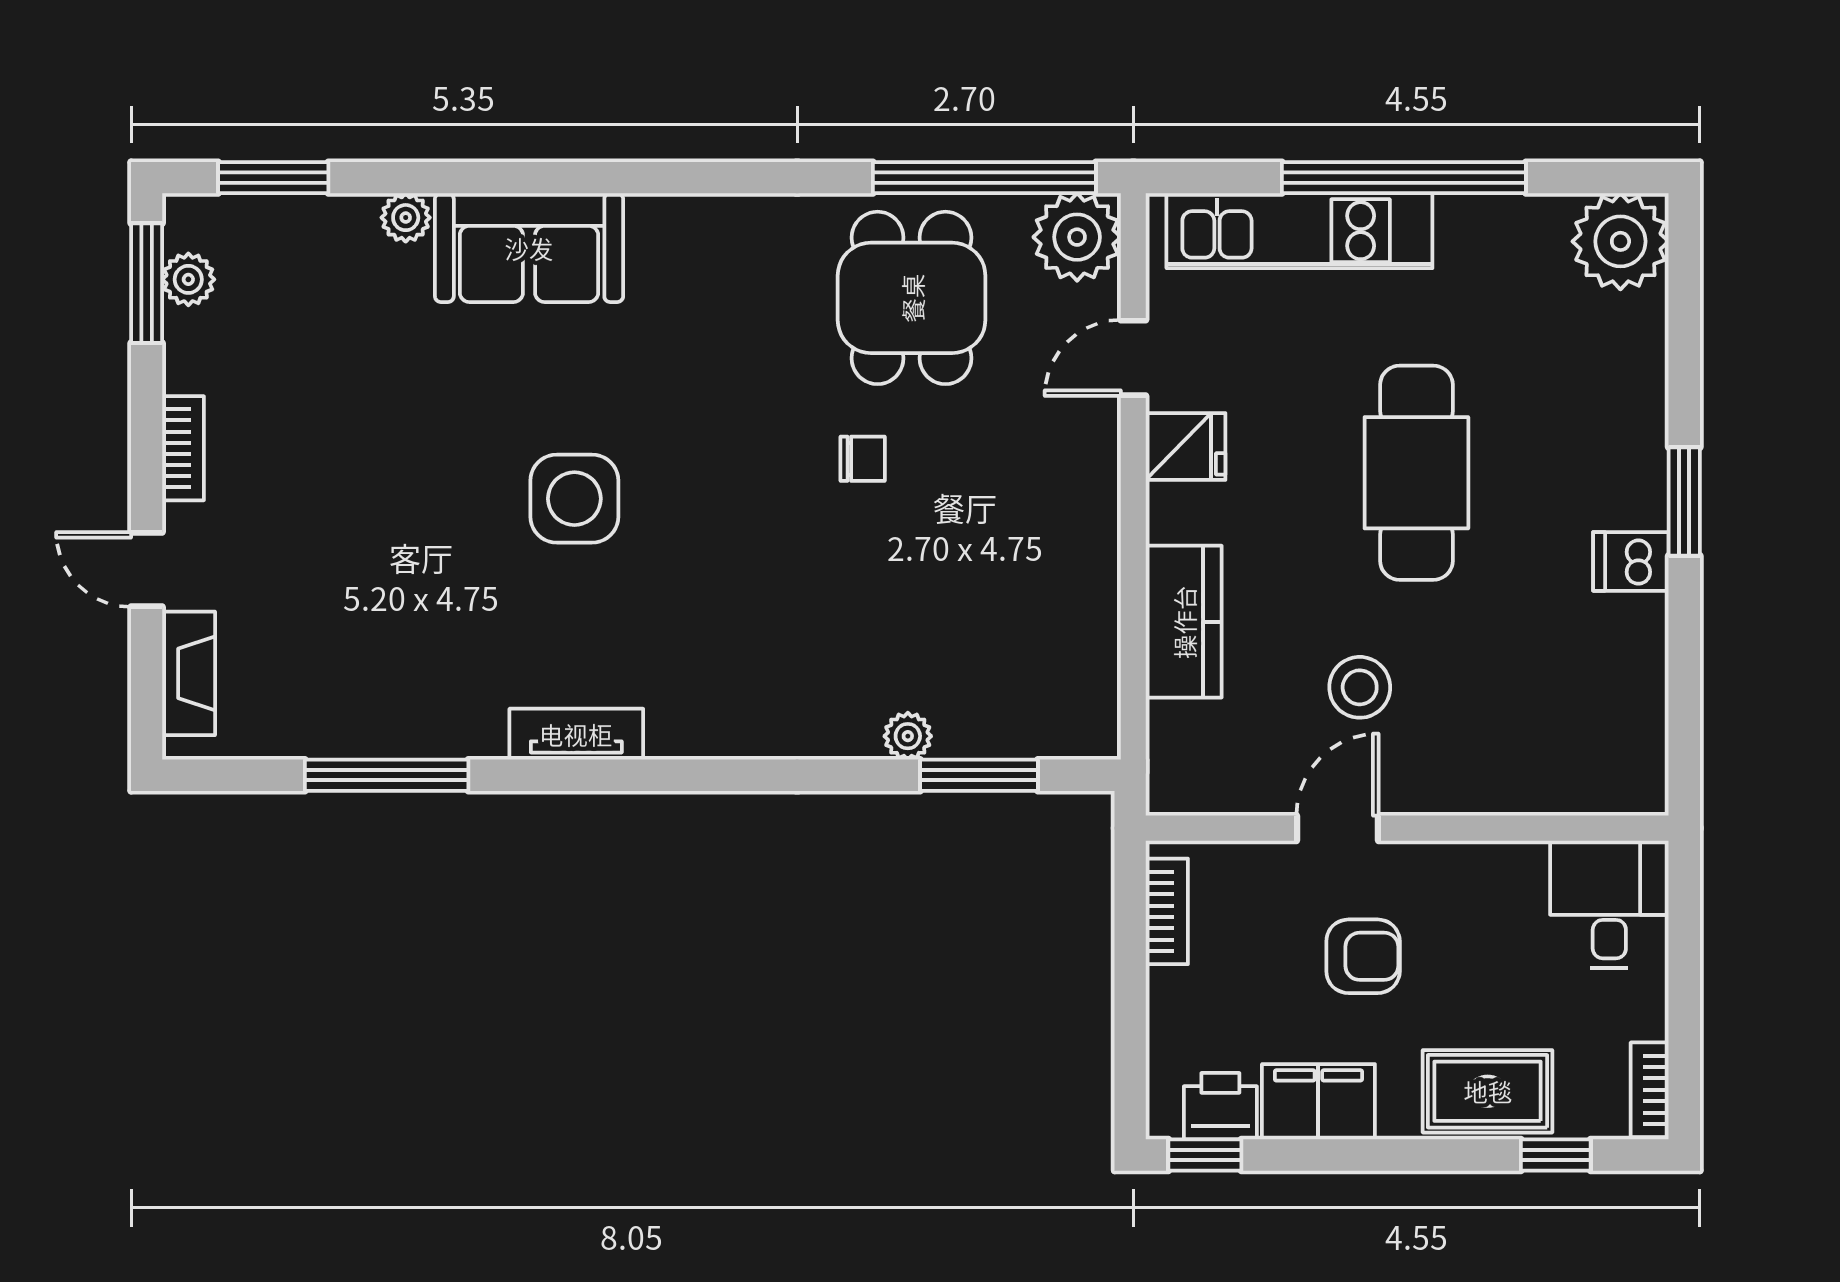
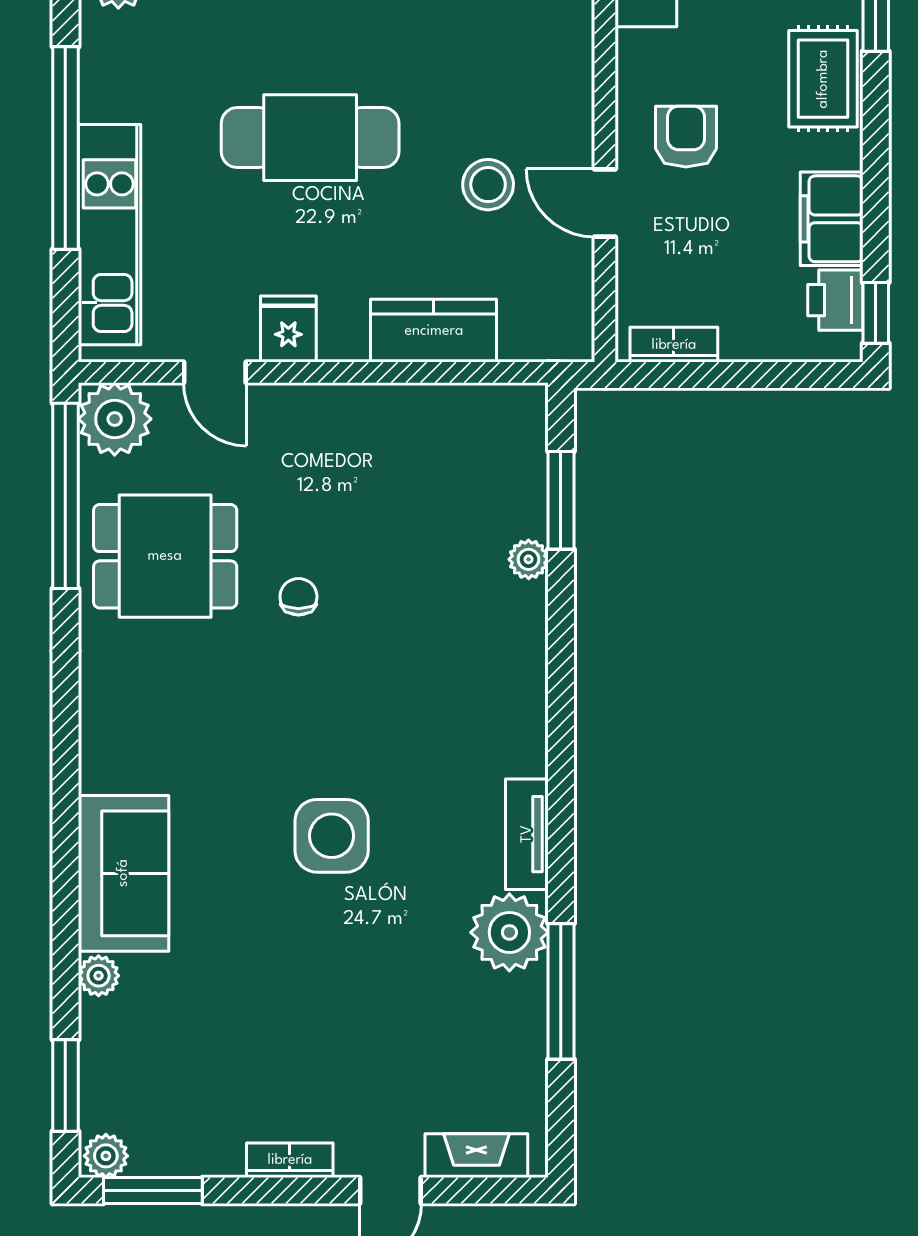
plant: (188, 279) -> (106, 1156), moved
plant: (458, 713) -> (509, 932), added
armchair: (1363, 956) -> (686, 137), moved

